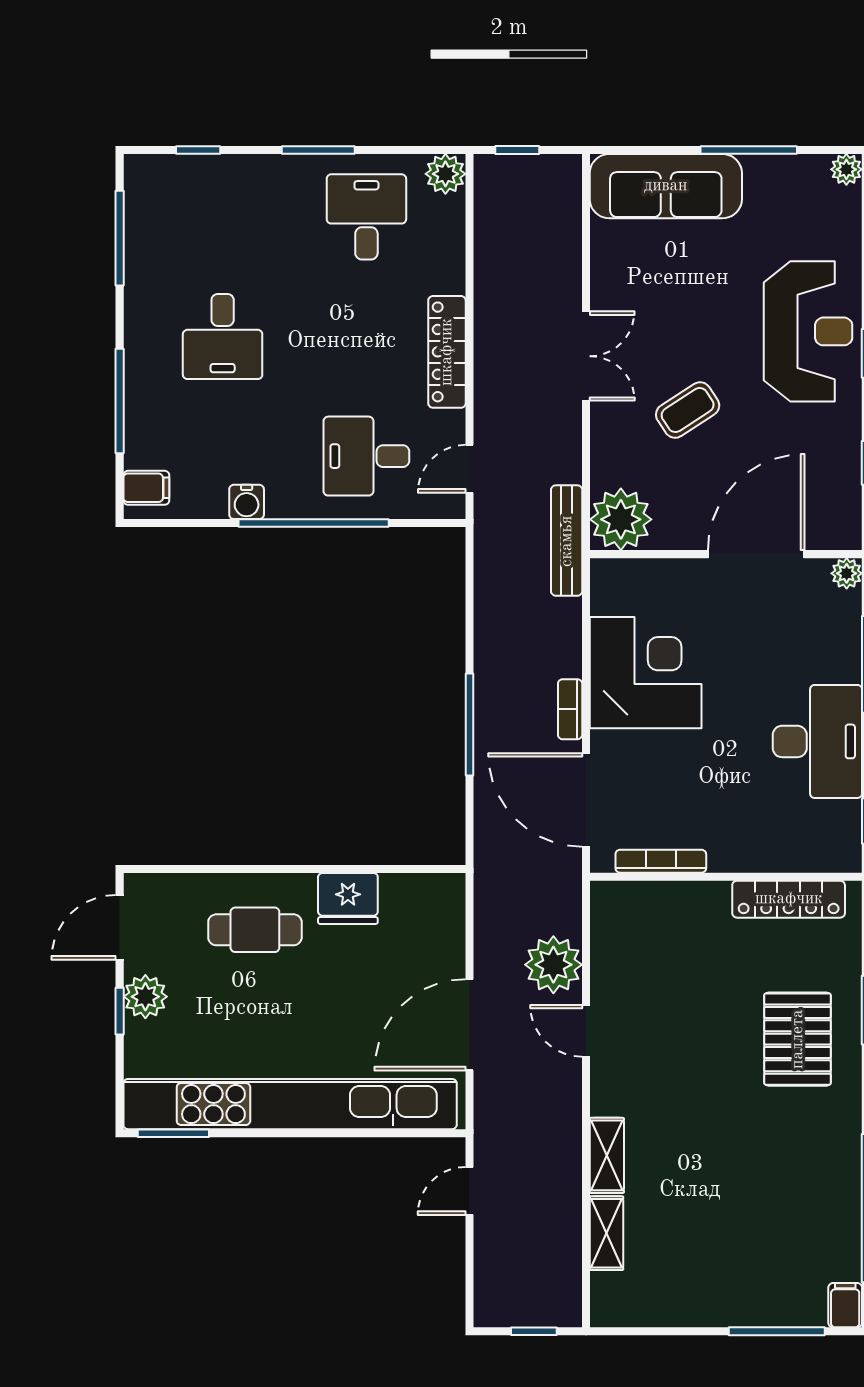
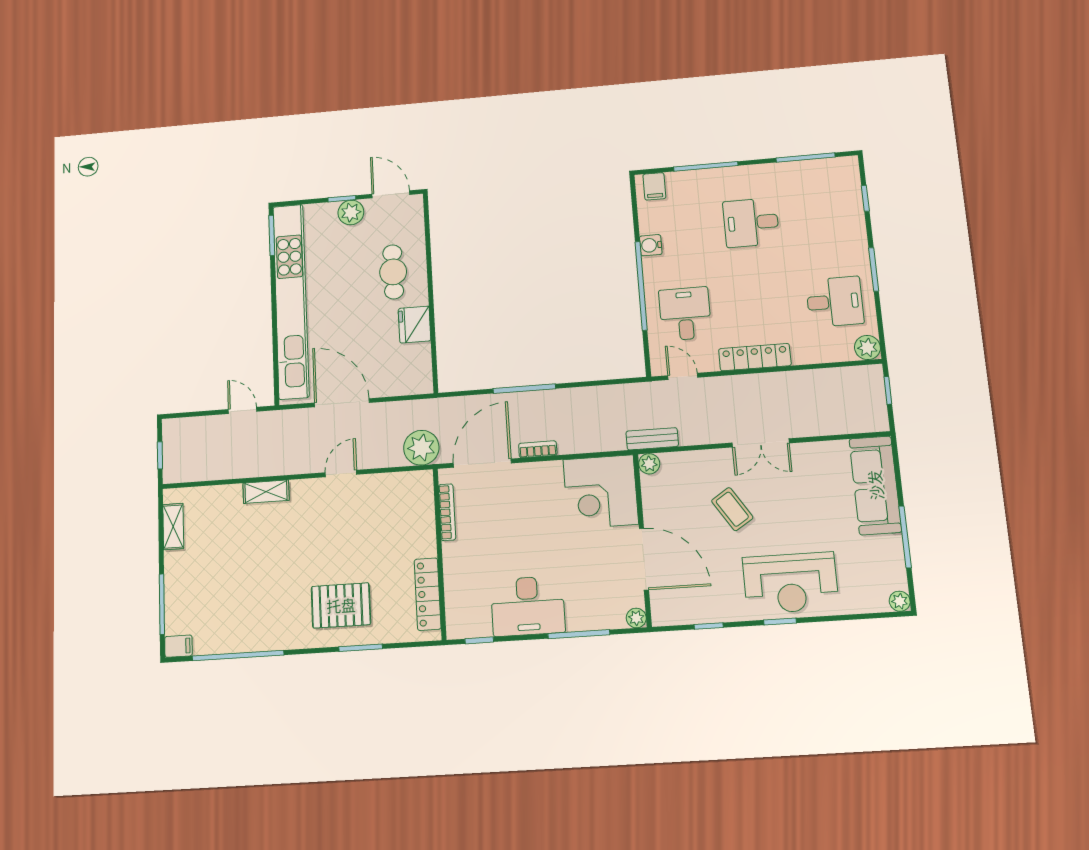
plant: (621, 519) -> (649, 464), width x0.53, depth x0.53
bench: (567, 541) -> (652, 439), width x0.73
corner desk: (646, 673) -> (601, 492), moved, turned 90
plant: (553, 965) -> (421, 448), moved
shelving: (607, 1233) -> (173, 527), moved, turned 90

